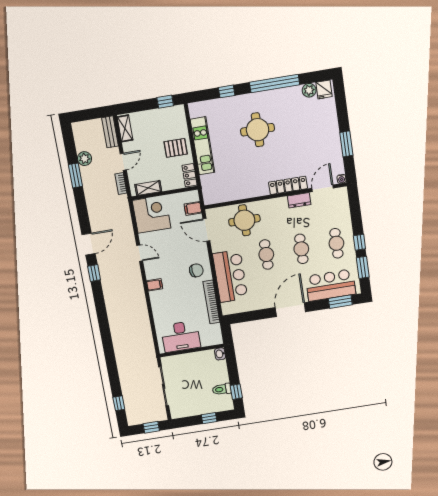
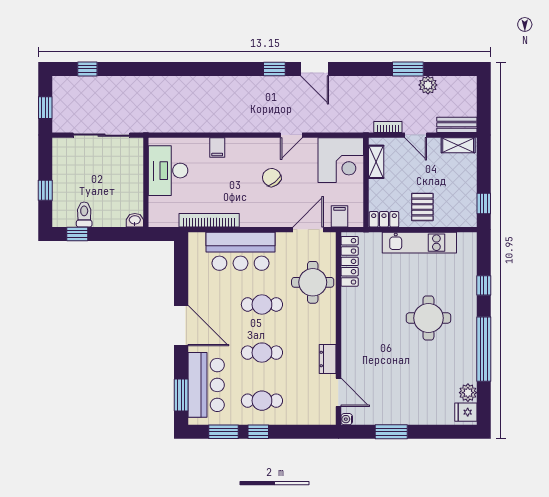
locker: (288, 185) -> (350, 261), moved
chair: (196, 270) -> (272, 177), moved, turned 149
filing cabinet: (155, 285) -> (217, 148), moved

